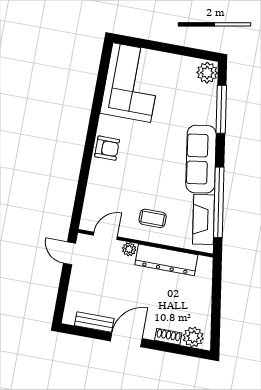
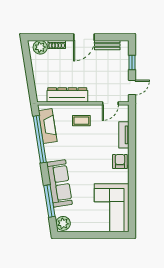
armchair: (107, 148) -> (120, 161), turned 90
sofa: (201, 159) -> (59, 183), moved
tv unit: (94, 186) -> (124, 135), added
plant: (129, 249) -> (93, 97), removed
door: (70, 253) -> (132, 88), hinge flipped
window: (63, 290) -> (132, 63), added

